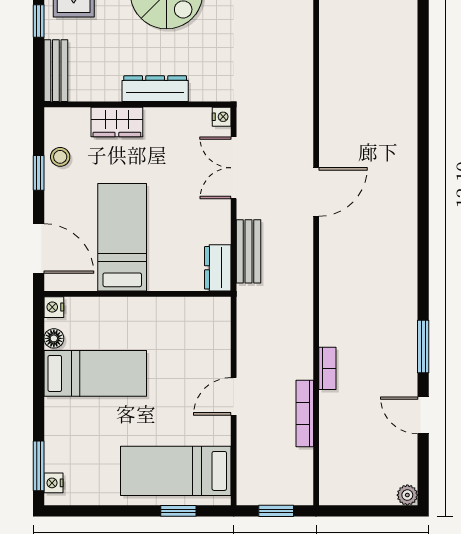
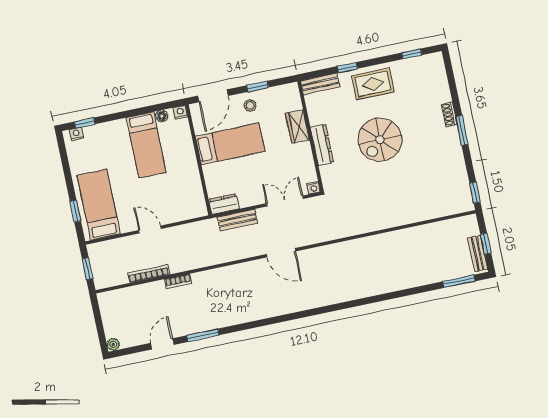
stool: (60, 157) -> (250, 105), moved
window: (39, 466) -> (85, 123), width x0.67

